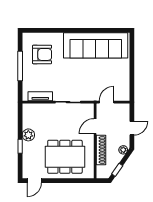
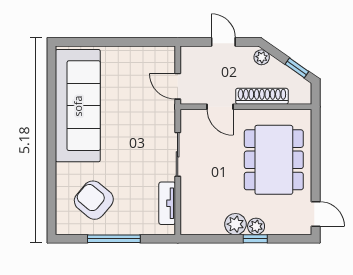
armchair: (42, 54) -> (94, 200), turned -50
plant: (27, 147) -> (256, 226), added

